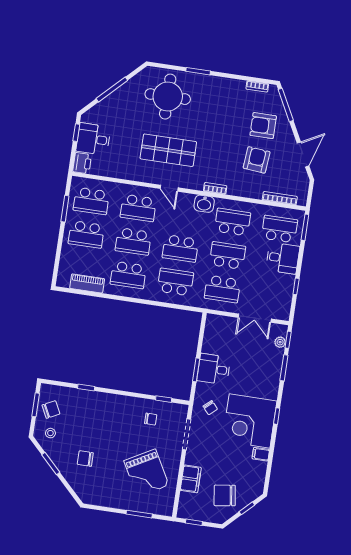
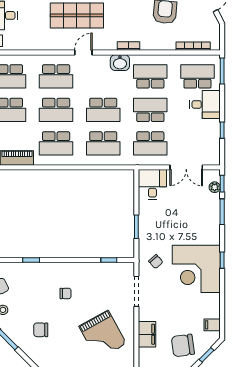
door: (169, 188) -> (83, 53), swing flipped
school desk: (175, 282) -> (103, 143), turned 180
desk: (214, 369) -> (152, 184), moved, turned 90
chair: (151, 419) -> (66, 293), moved
filing cabinet: (261, 454) -> (212, 325), moved

